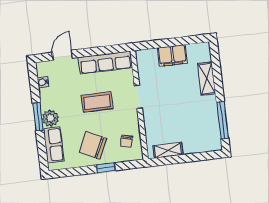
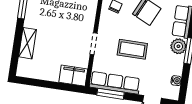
window: (107, 50) -> (110, 94), added
filing cabinet: (172, 55) -> (73, 76), moved

